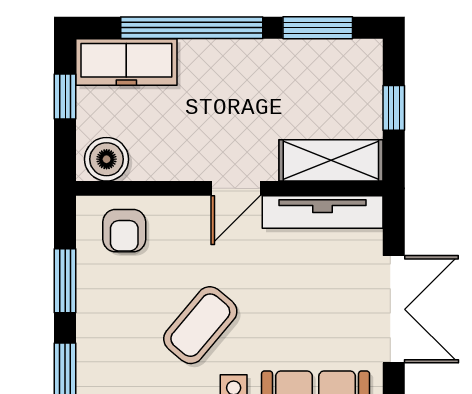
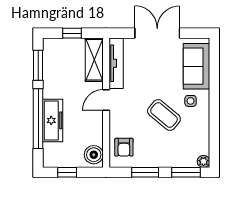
freezer: (126, 62) -> (53, 120), moved
door: (236, 188) -> (106, 100), swing flipped
armchair: (124, 231) -> (124, 147), turned 90

